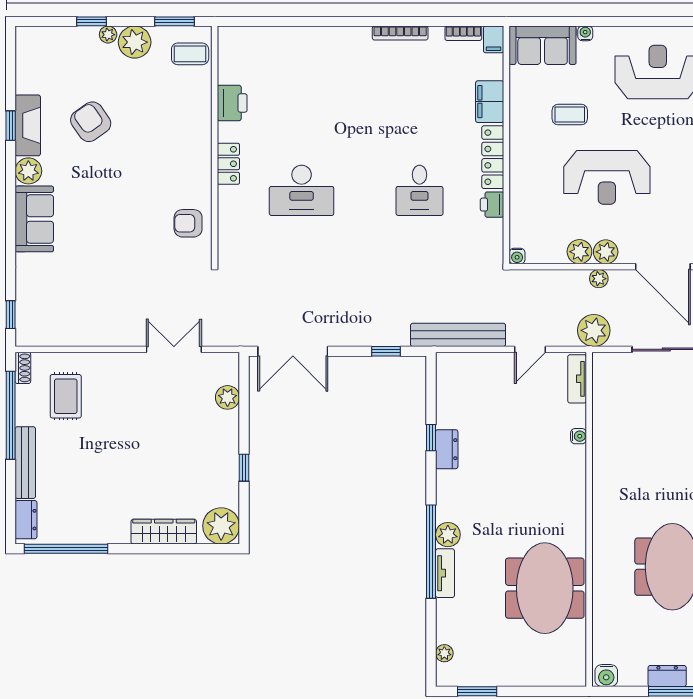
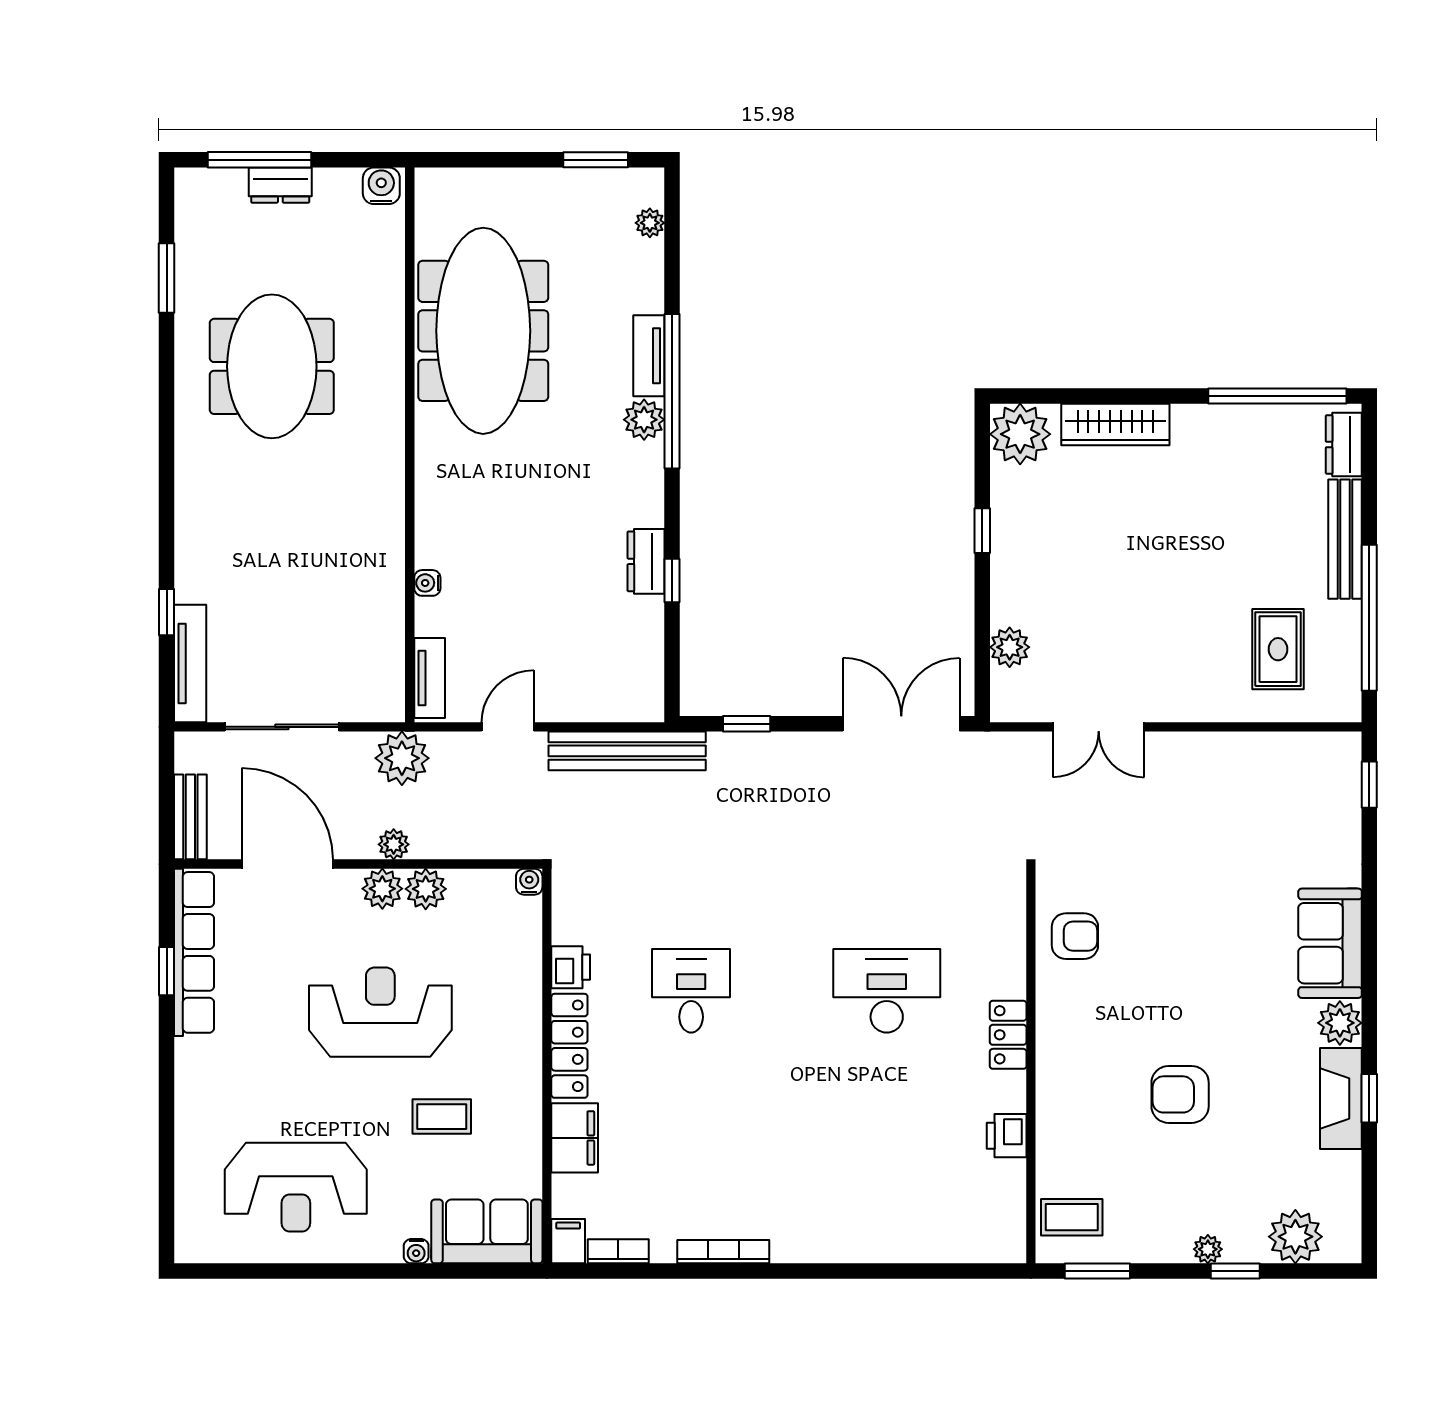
plant: (135, 42) -> (1295, 1237), moved
printer: (232, 103) -> (1007, 1136), width x0.73, depth x0.81
armchair: (91, 122) -> (1180, 1094), moved, turned 125
shoe rack: (23, 368) -> (1349, 696), removed
meeting table: (545, 588) -> (483, 331), width x1.36

